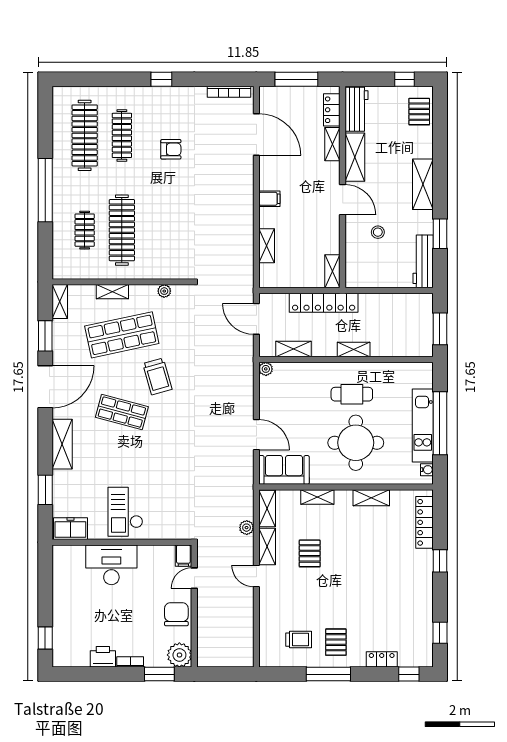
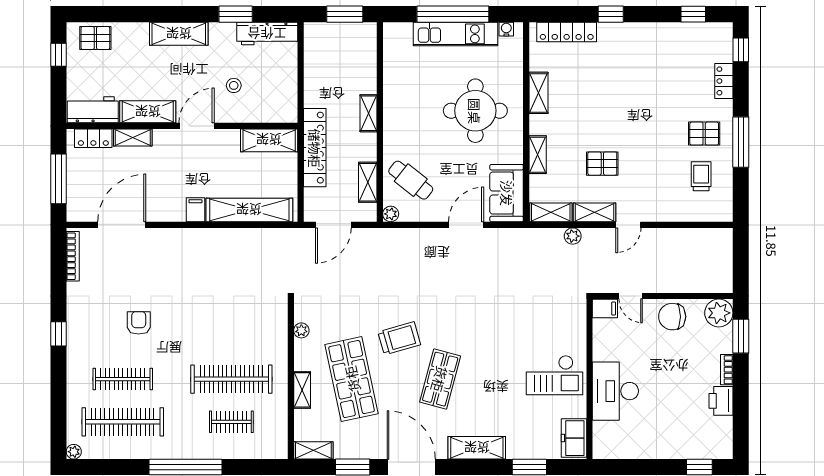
plant: (59, 93) -> (74, 452), added
shelving: (267, 246) -> (249, 210), width x2.20, depth x1.33
shelving: (332, 271) -> (269, 140), width x1.50, depth x1.33
cafe table: (352, 394) -> (411, 180), moved, turned -52

